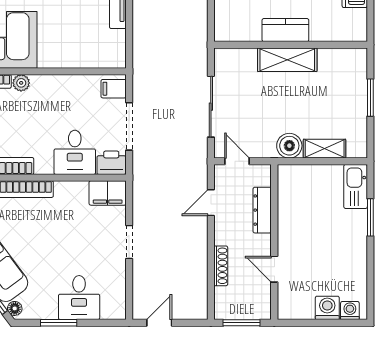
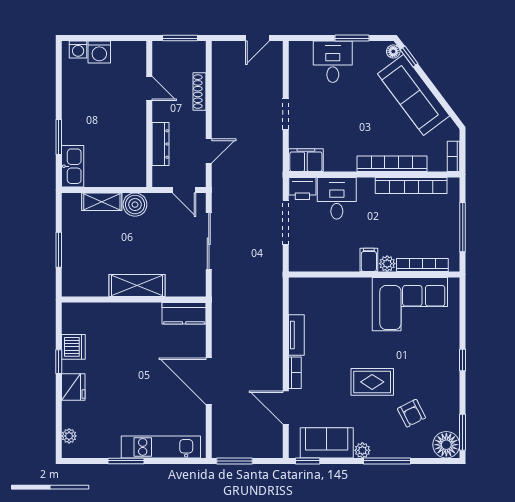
kitchen counter: (285, 30) -> (184, 313), moved
filing cabinet: (114, 89) -> (369, 260), moved, turned -90

